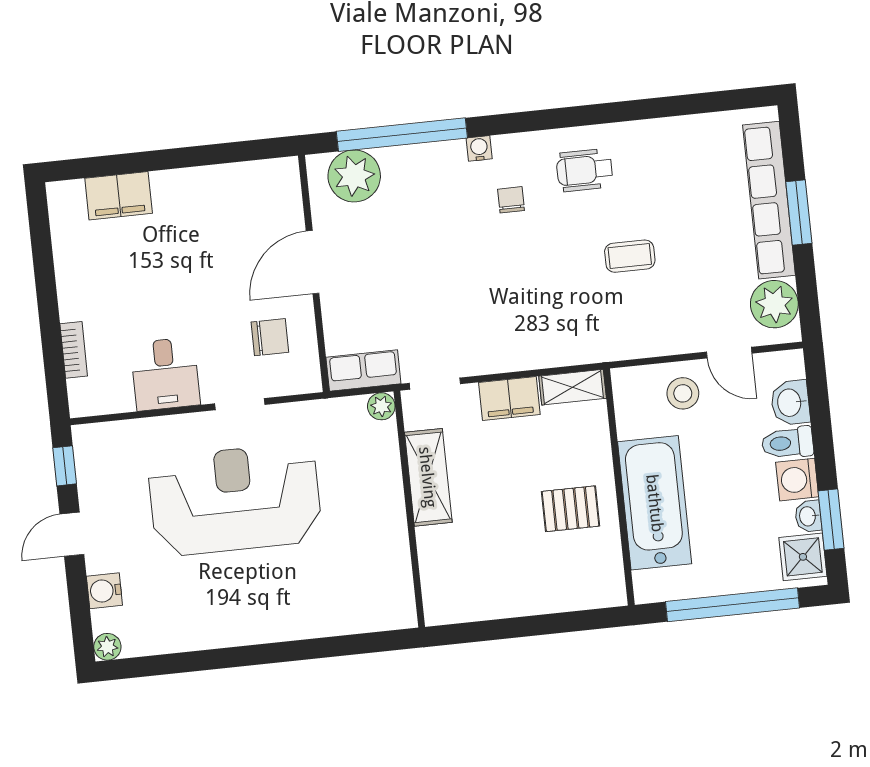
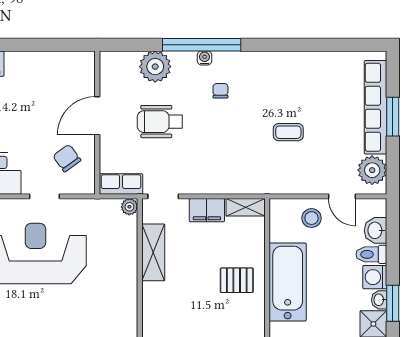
window: (402, 135) -> (202, 45), moved
wheelchair: (585, 170) -> (160, 122), moved, width x1.36, depth x1.37
plant: (354, 176) -> (155, 67), moved
chair: (270, 337) -> (67, 158), turned -126

